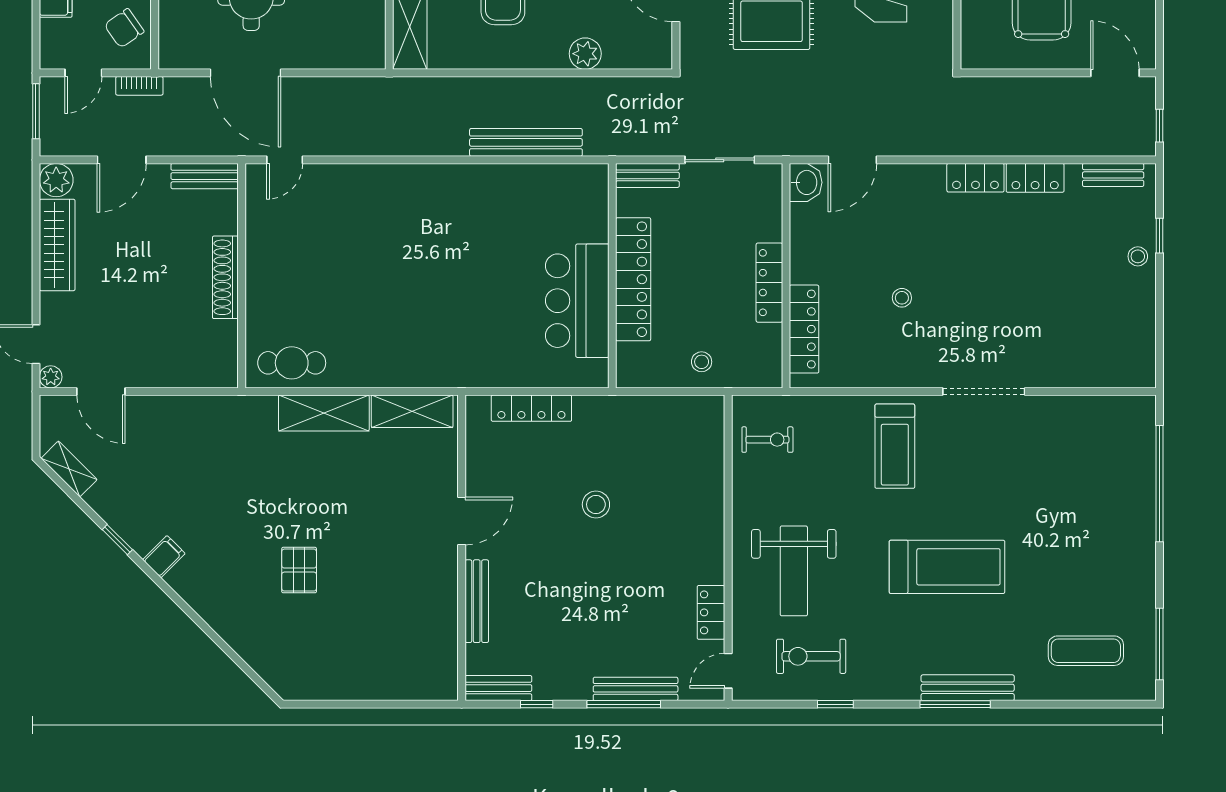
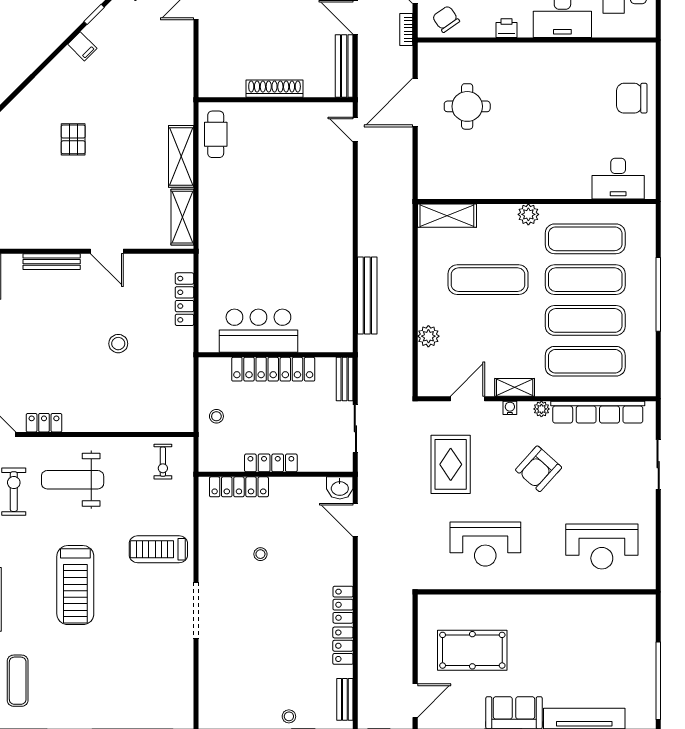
bench: (205, 176) -> (344, 66), width x1.36
pallet: (299, 570) -> (73, 139), turned 90

